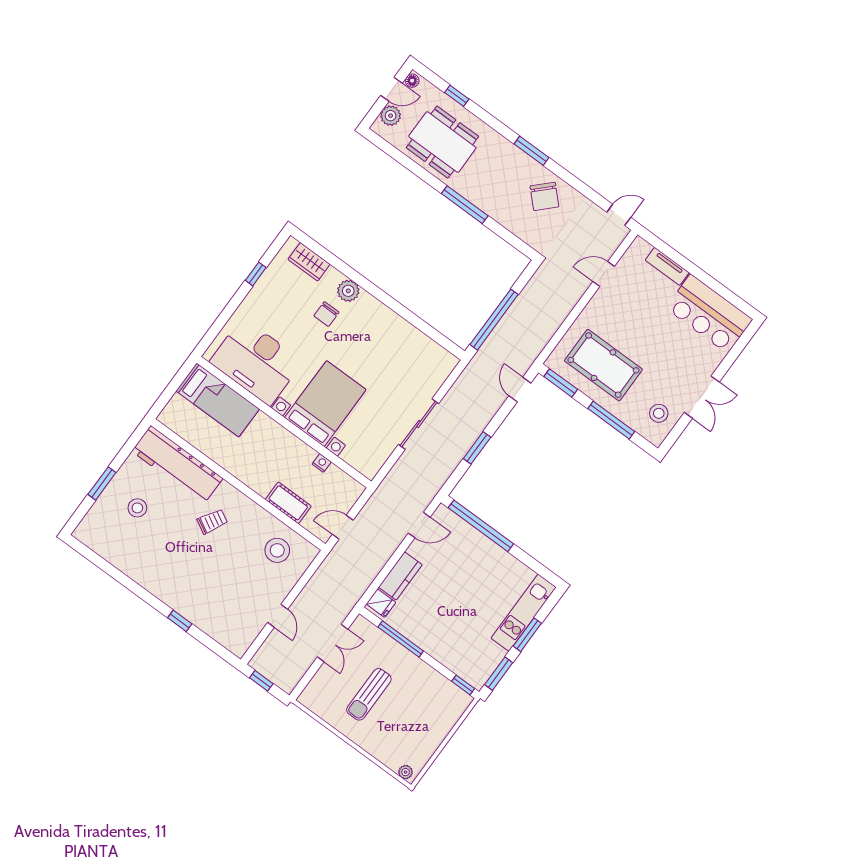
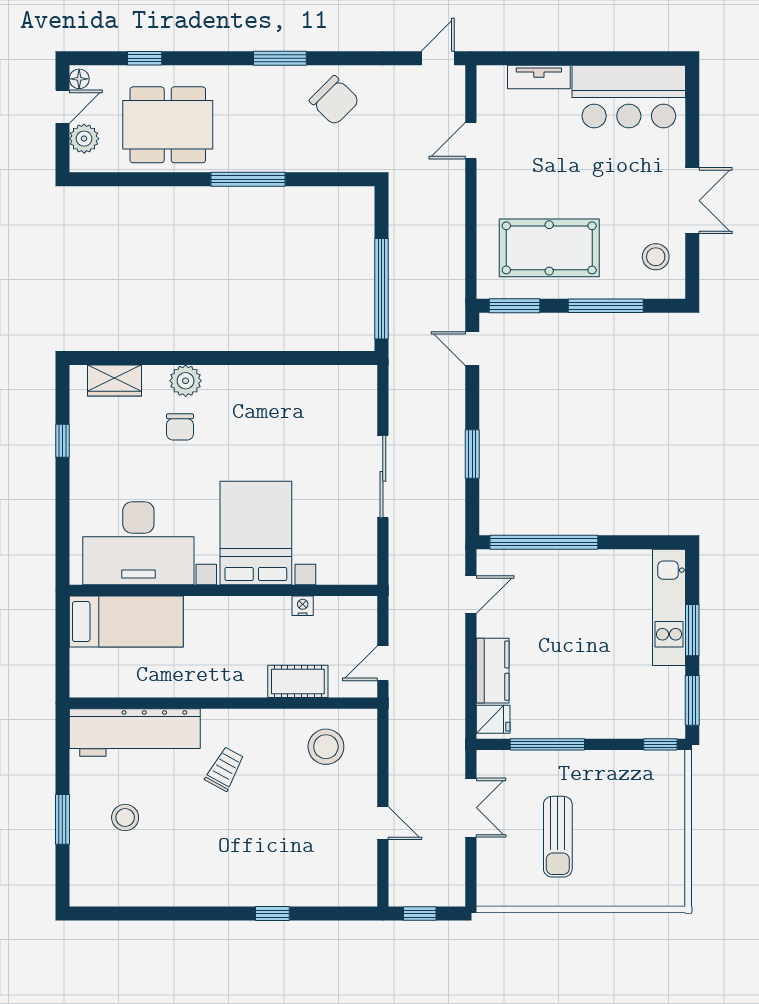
plant: (406, 772) -> (668, 896), removed

